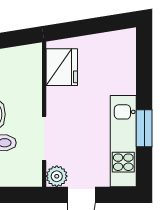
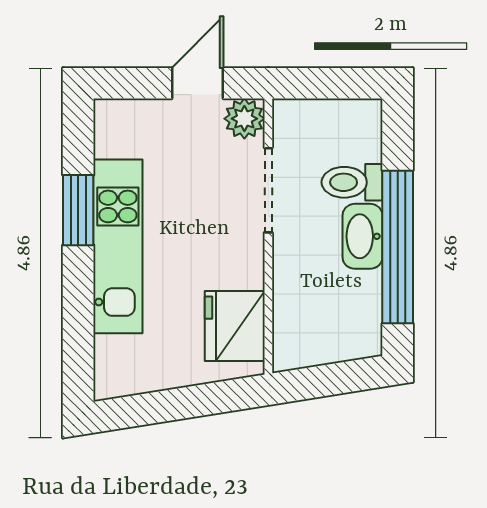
kitchen unit: (123, 141) -> (118, 246), moved

